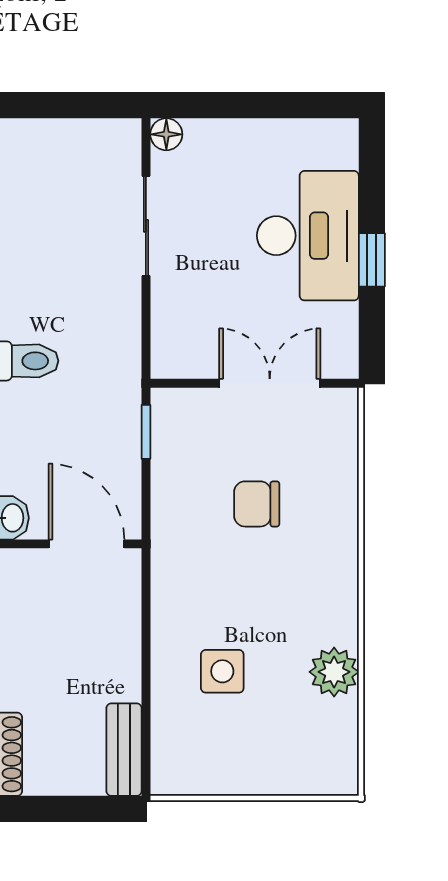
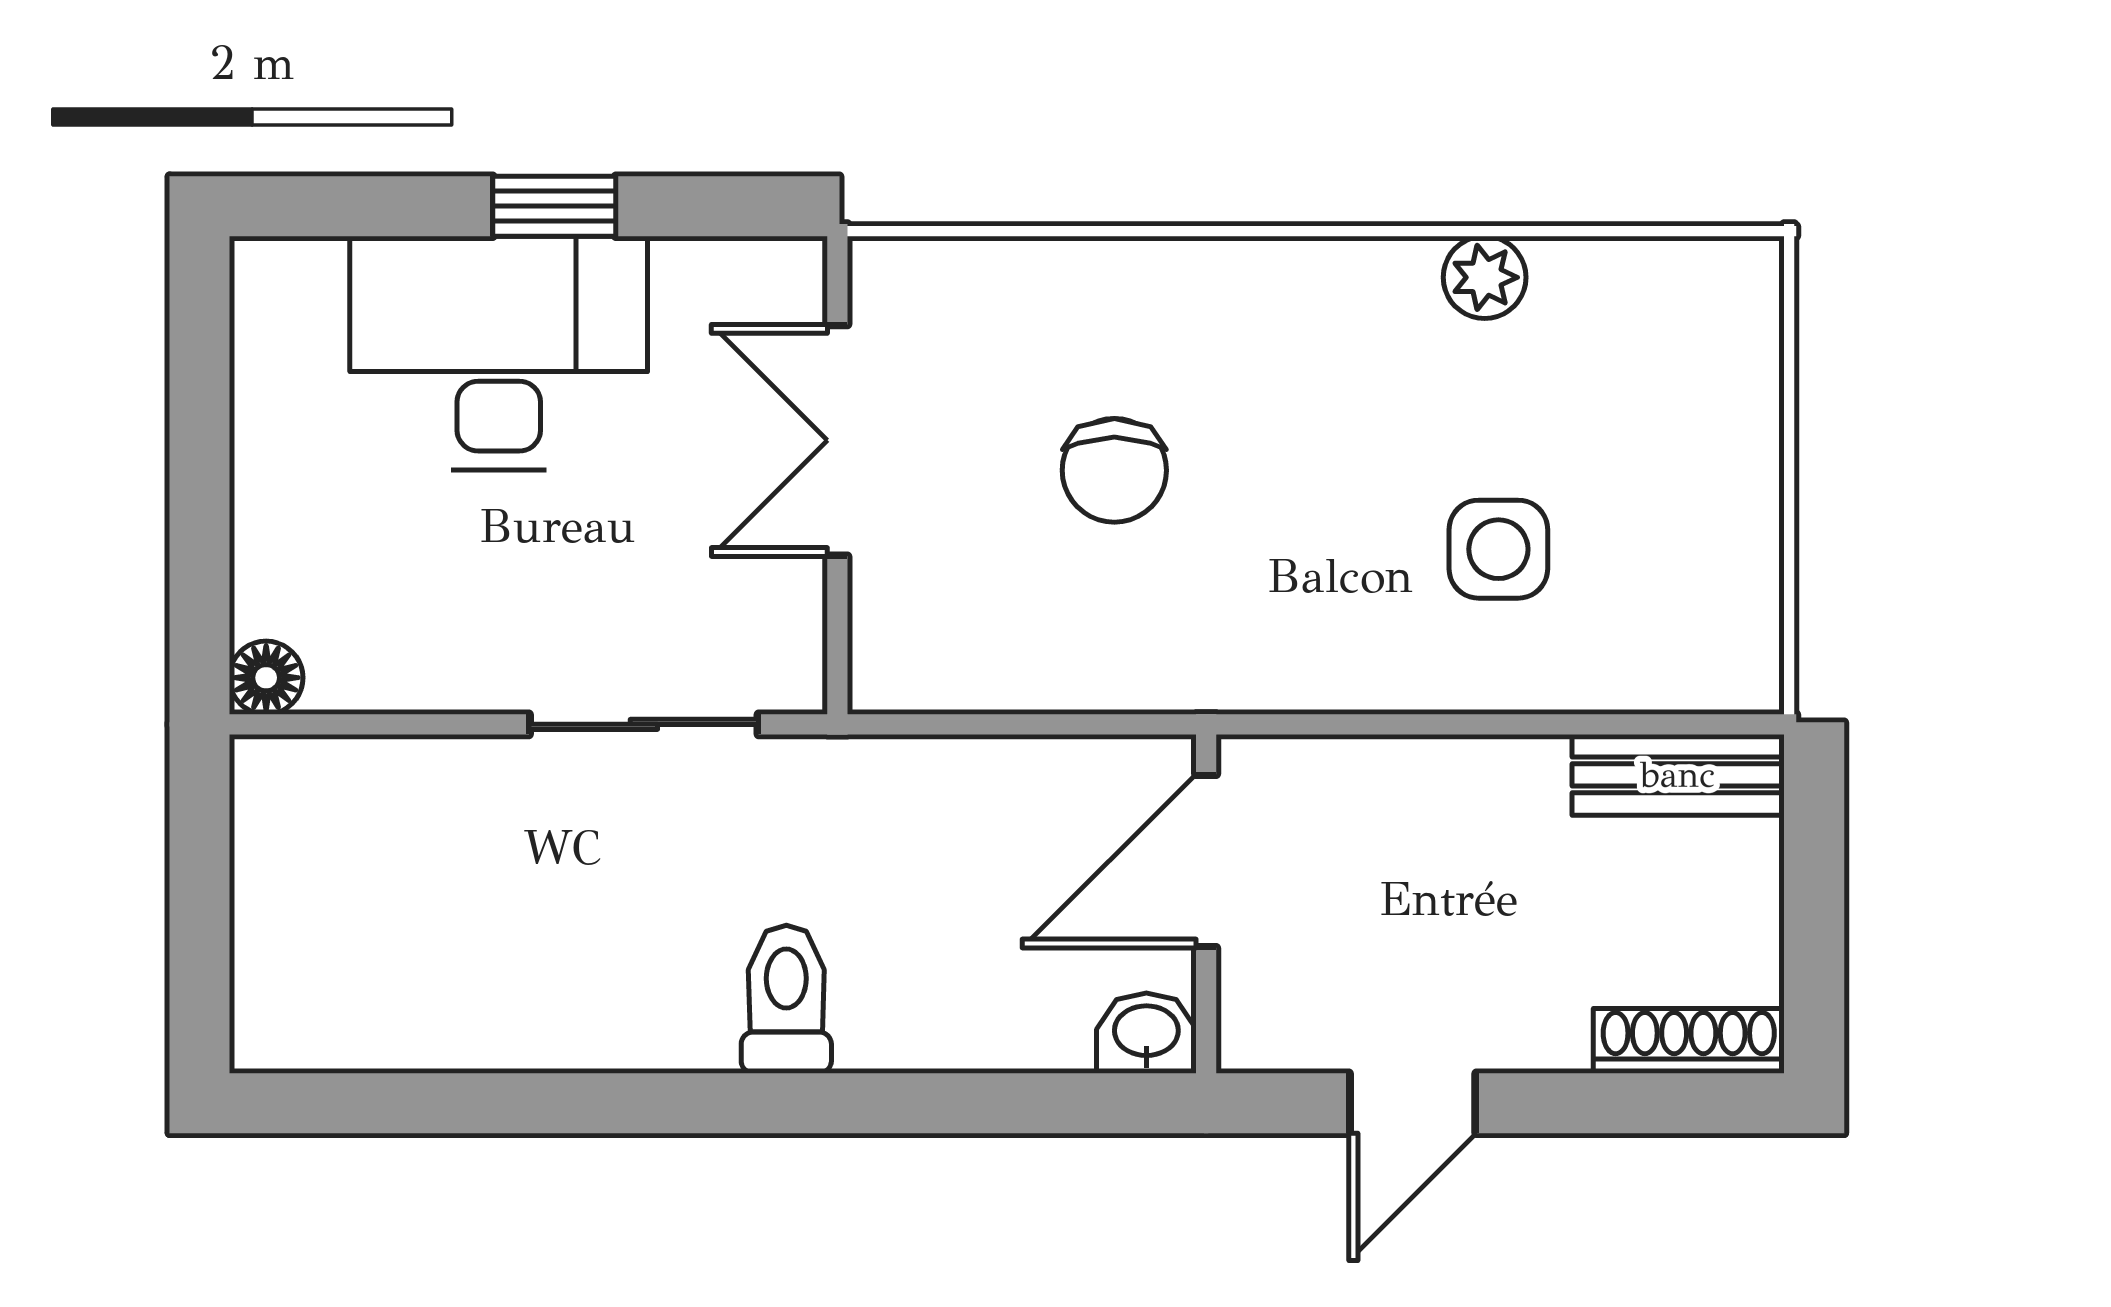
sliding door: (146, 226) -> (644, 724), moved
window: (146, 432) -> (949, 724), removed
plant: (334, 672) -> (1485, 277), width x0.73, depth x0.73

